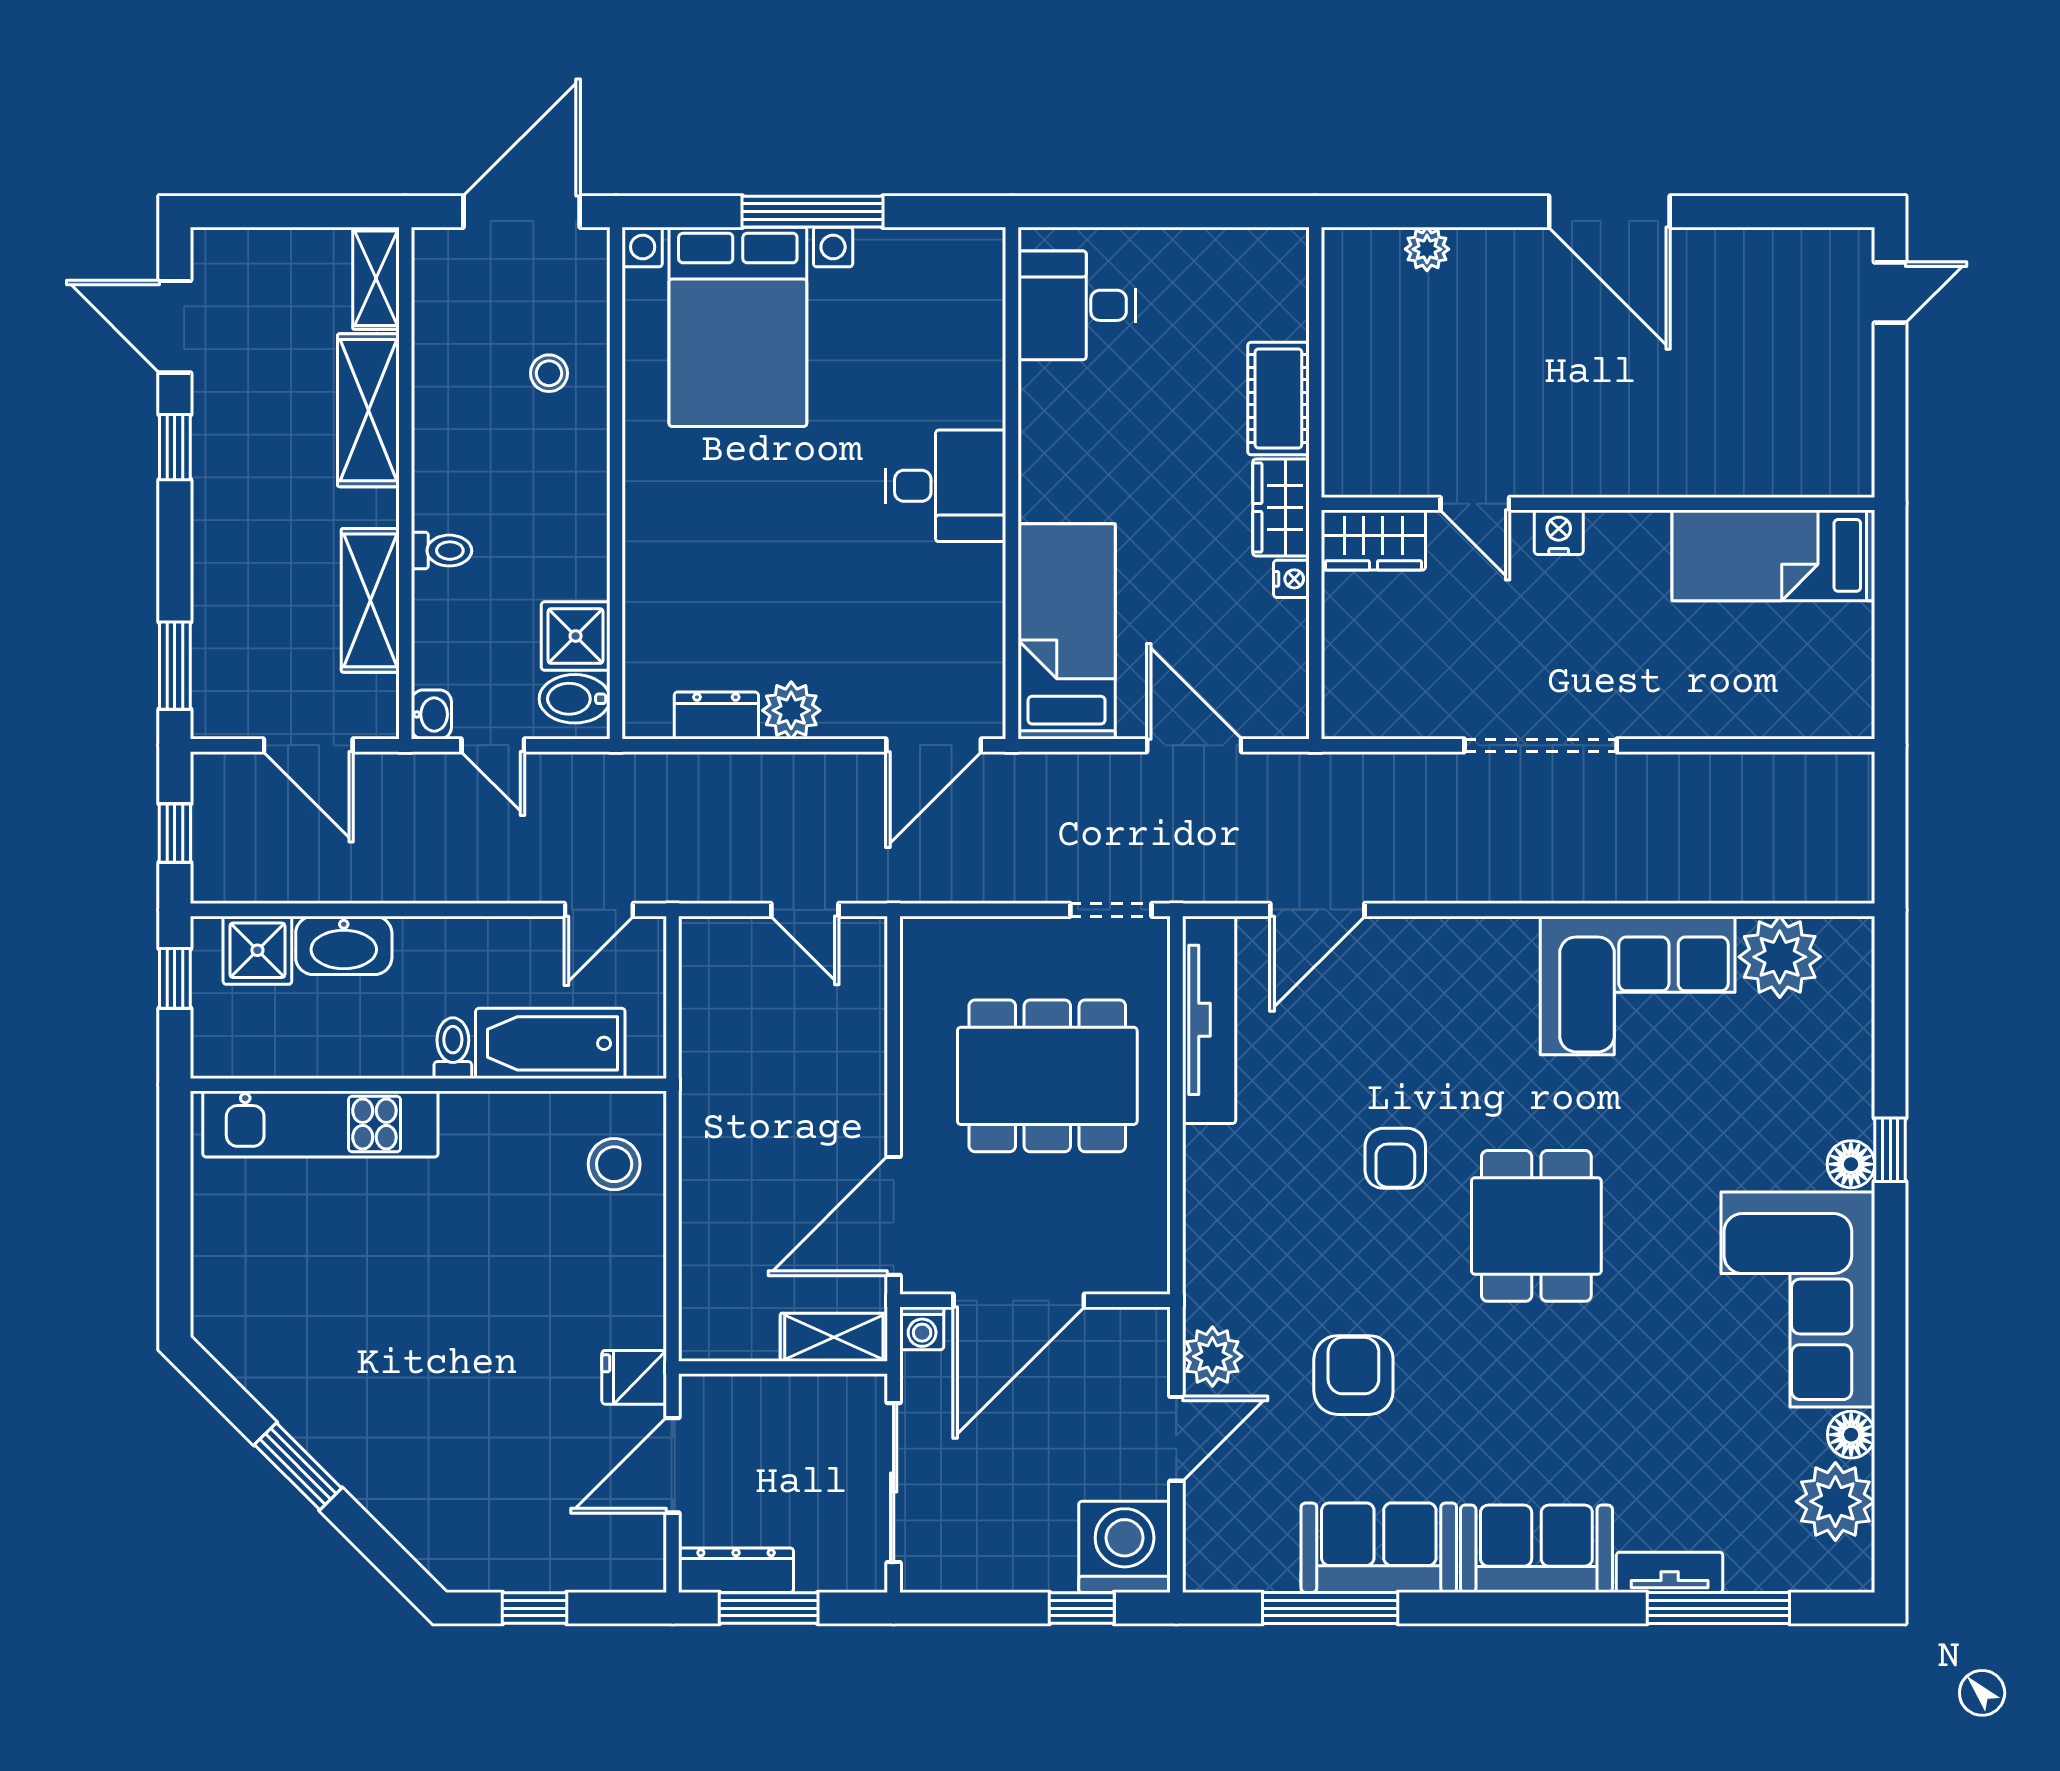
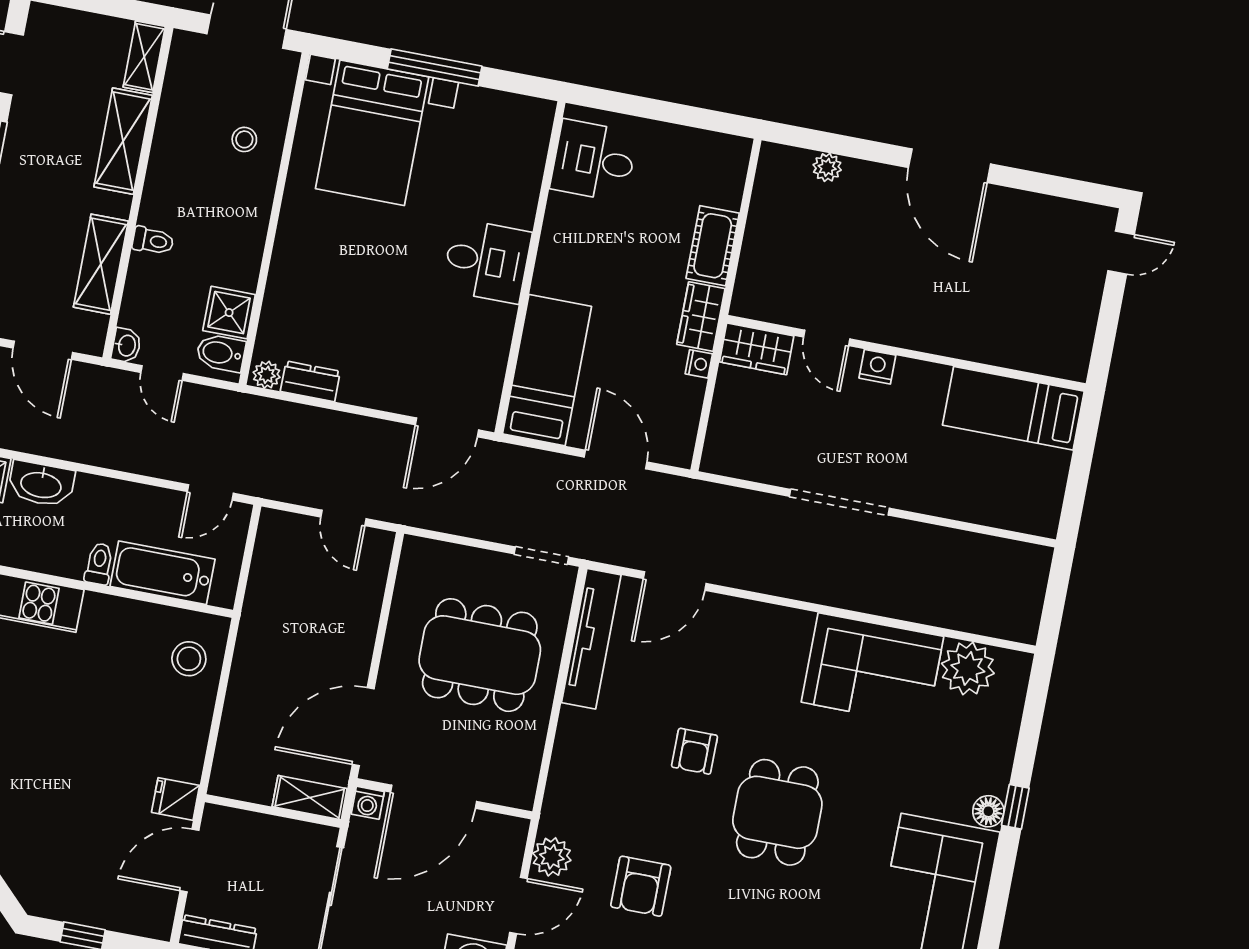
plant: (791, 710) -> (267, 375), moved, width x0.73, depth x0.73
armchair: (1353, 1375) -> (641, 886), turned 180

